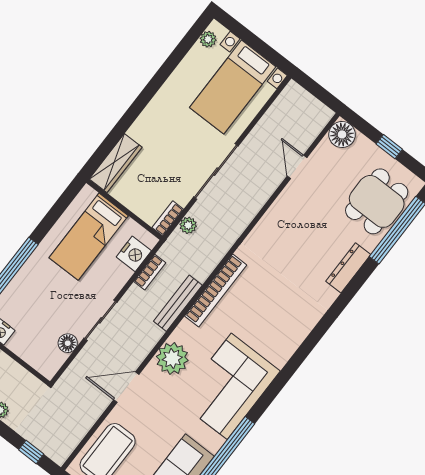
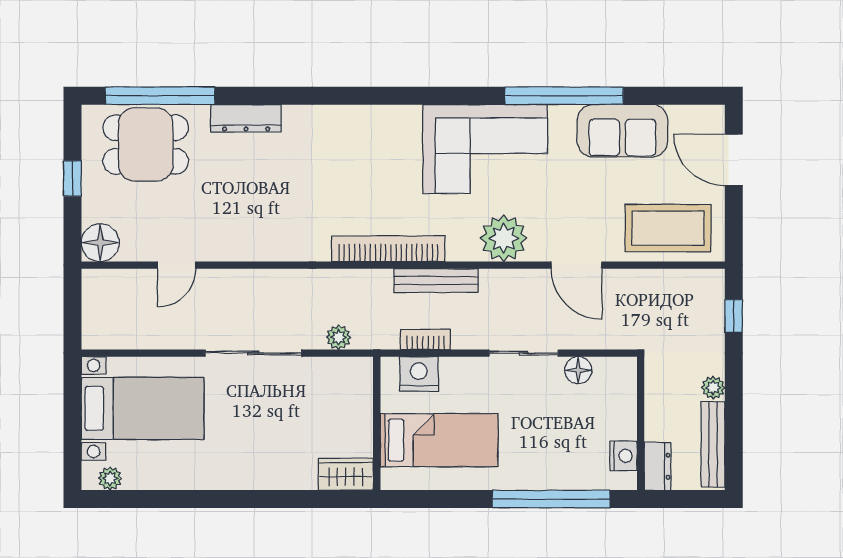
wardrobe: (116, 163) -> (346, 474), width x0.67
bookcase: (168, 218) -> (349, 366), removed

